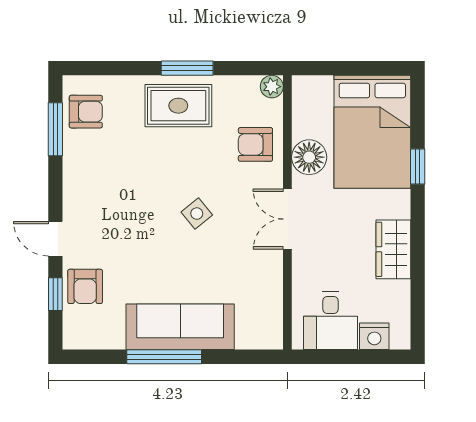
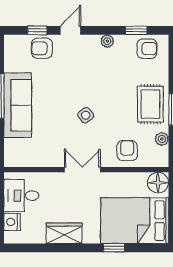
plant: (272, 87) -> (162, 139), moved
armchair: (86, 112) -> (147, 49), turned -90
window: (55, 129) -> (136, 30), width x0.67
floor lamp: (309, 157) -> (158, 183), moved
plant: (73, 177) -> (107, 41), added

